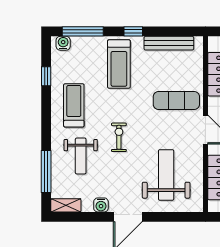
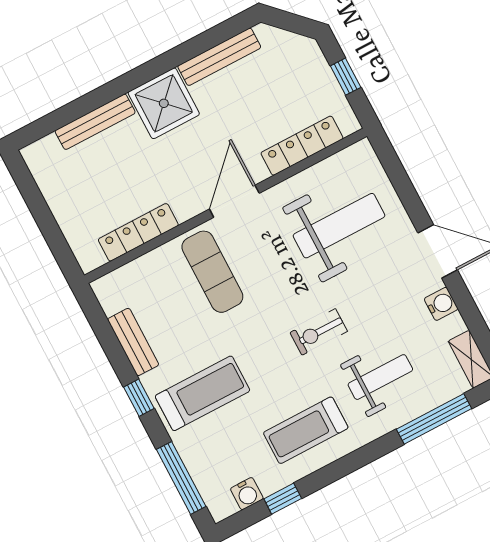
water cooler: (63, 43) -> (247, 494), moved, turned -90
bench: (169, 43) -> (133, 342), width x0.73
weight bench: (166, 175) -> (339, 226), turned 180

